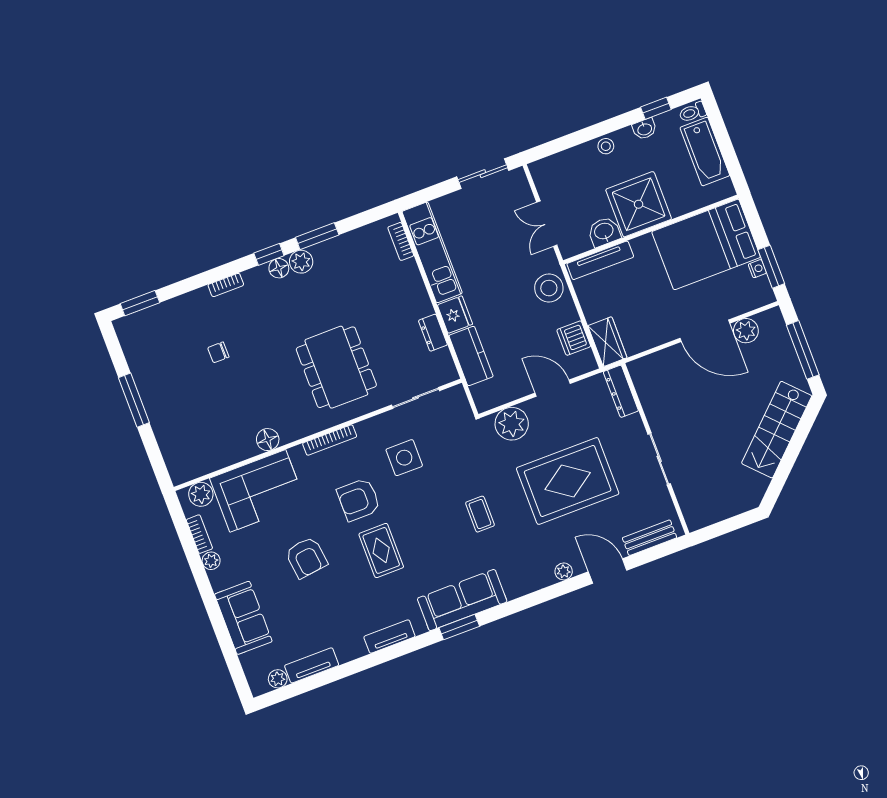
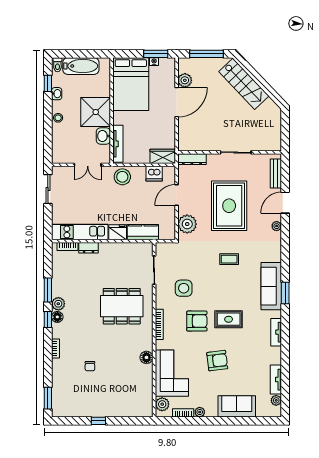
dresser: (433, 333) -> (89, 248), moved
window: (134, 400) -> (98, 421), width x0.46
armchair: (359, 500) -> (197, 321), turned -90

